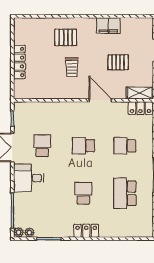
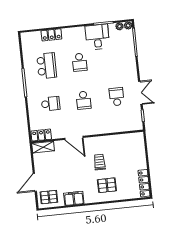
locker: (19, 62) -> (144, 183), moved
pallet: (118, 62) -> (49, 197), moved
school desk: (42, 146) -> (117, 97), turned 180
school desk: (83, 146) -> (84, 100), turned 90
desk: (29, 178) -> (97, 37), moved, turned -90
locker: (86, 231) -> (51, 35), moved

